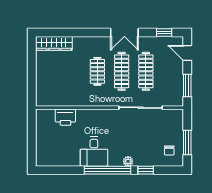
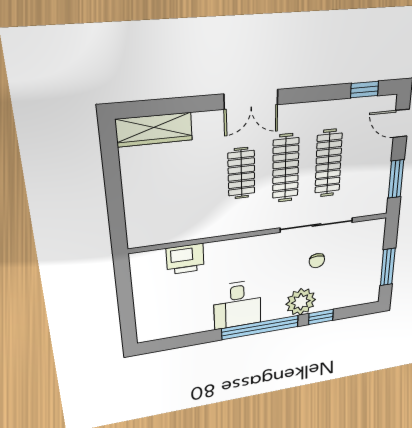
double door: (124, 32) -> (251, 99), moved
chair: (169, 150) -> (317, 261), moved
plant: (128, 161) -> (301, 302), width x1.88, depth x1.88

